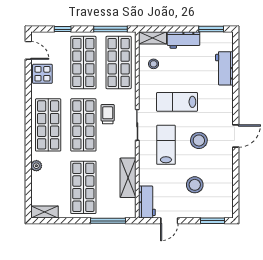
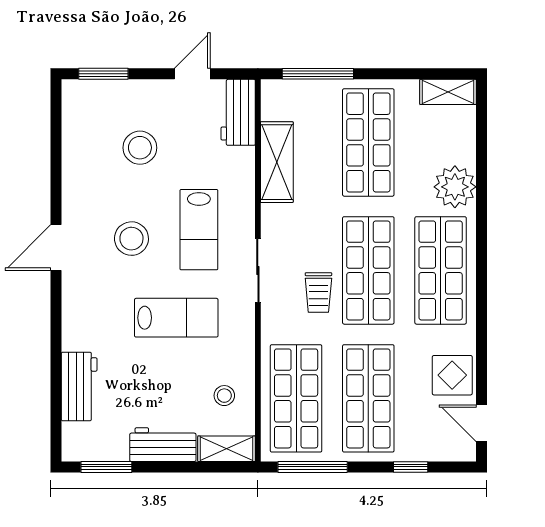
plant: (36, 166) -> (455, 187), width x1.88, depth x1.88

